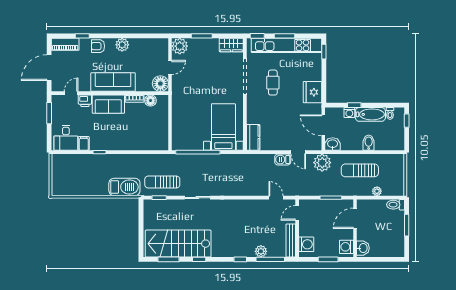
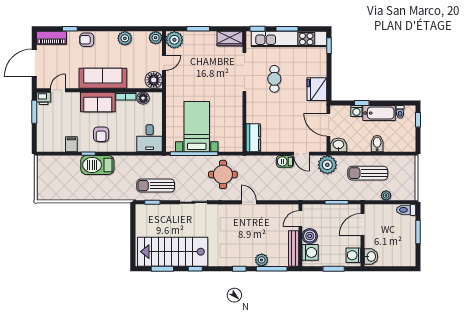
plant: (162, 44) -> (156, 38), added
plant: (122, 45) -> (125, 38), moved
printer: (85, 101) -> (44, 98), moved
bed with nightstands: (223, 127) -> (197, 127), moved
armchair: (111, 134) -> (101, 134), added
desk: (66, 138) -> (150, 138), moved
round table: (225, 172) -> (223, 174), added
barbecue: (124, 187) -> (97, 165), moved, turned 180
door: (276, 198) -> (249, 202), moved
boiler: (306, 229) -> (310, 236), added

